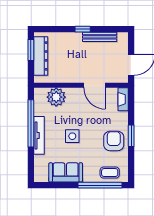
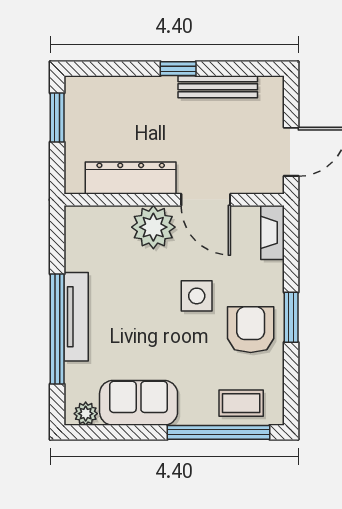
dresser: (41, 56) -> (131, 178), moved, turned -90
plant: (56, 97) -> (153, 227), moved
window: (31, 123) -> (57, 329), moved
side table: (72, 136) -> (197, 296), moved
plant: (43, 177) -> (86, 414), added

